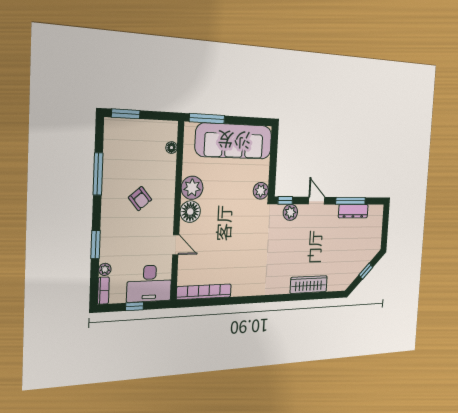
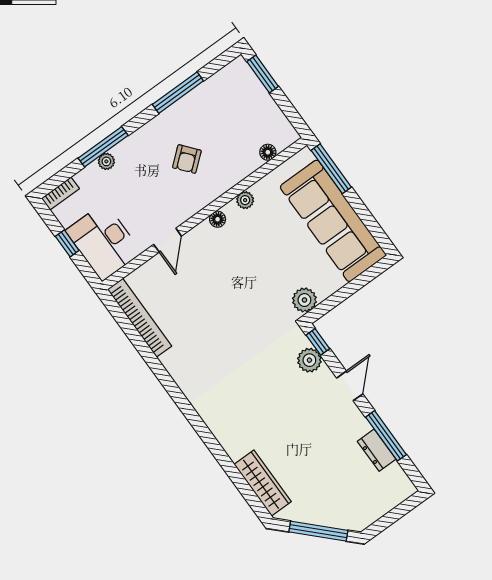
plant: (192, 188) -> (245, 200), width x0.53, depth x0.53
dresser: (353, 211) -> (377, 450), width x0.70
floor lamp: (190, 212) -> (218, 219), width x0.53, depth x0.53
window: (96, 244) -> (103, 147), width x1.44
plant: (105, 269) -> (106, 161), moved
window: (366, 271) -> (318, 531), width x2.17
wardrobe: (309, 285) -> (263, 483), moved

